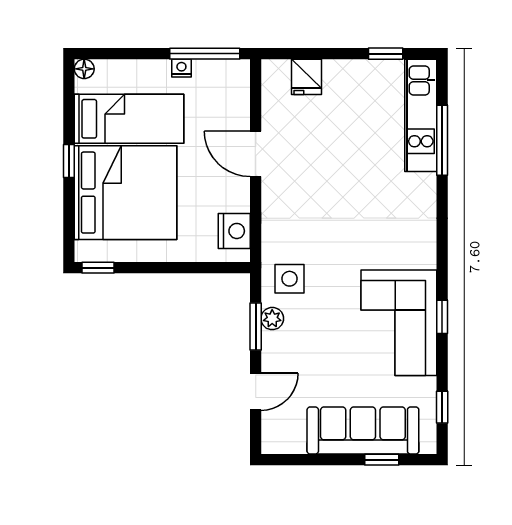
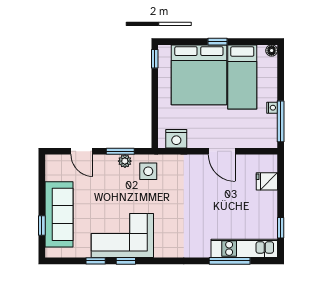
door: (256, 154) -> (222, 151), swing flipped
window: (442, 407) -> (96, 261), moved

